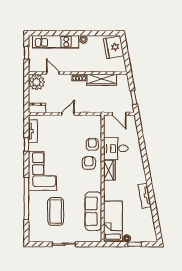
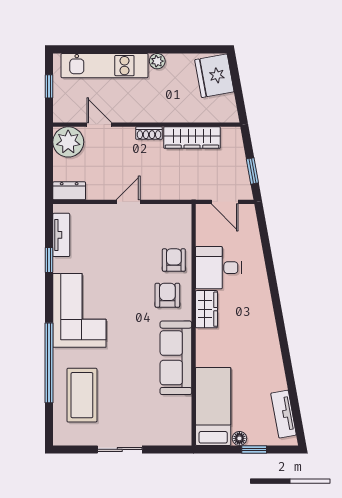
tv unit: (145, 196) -> (284, 414), moved
sofa: (93, 211) -> (176, 358), moved
coffee table: (56, 212) -> (82, 395), moved

